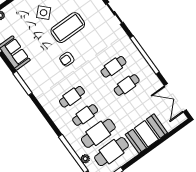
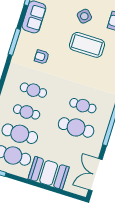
armchair: (67, 59) -> (42, 57), moved
cafe table: (127, 85) -> (76, 127), width x1.37, depth x1.35

